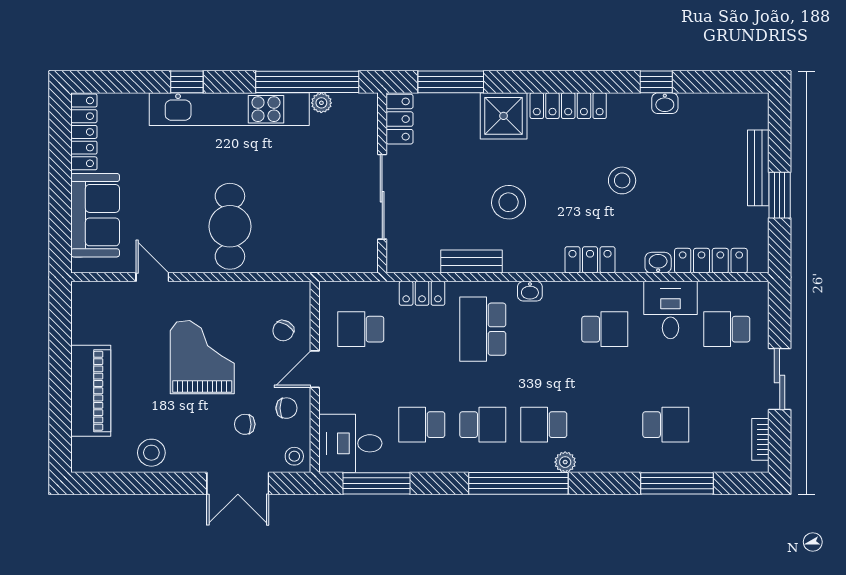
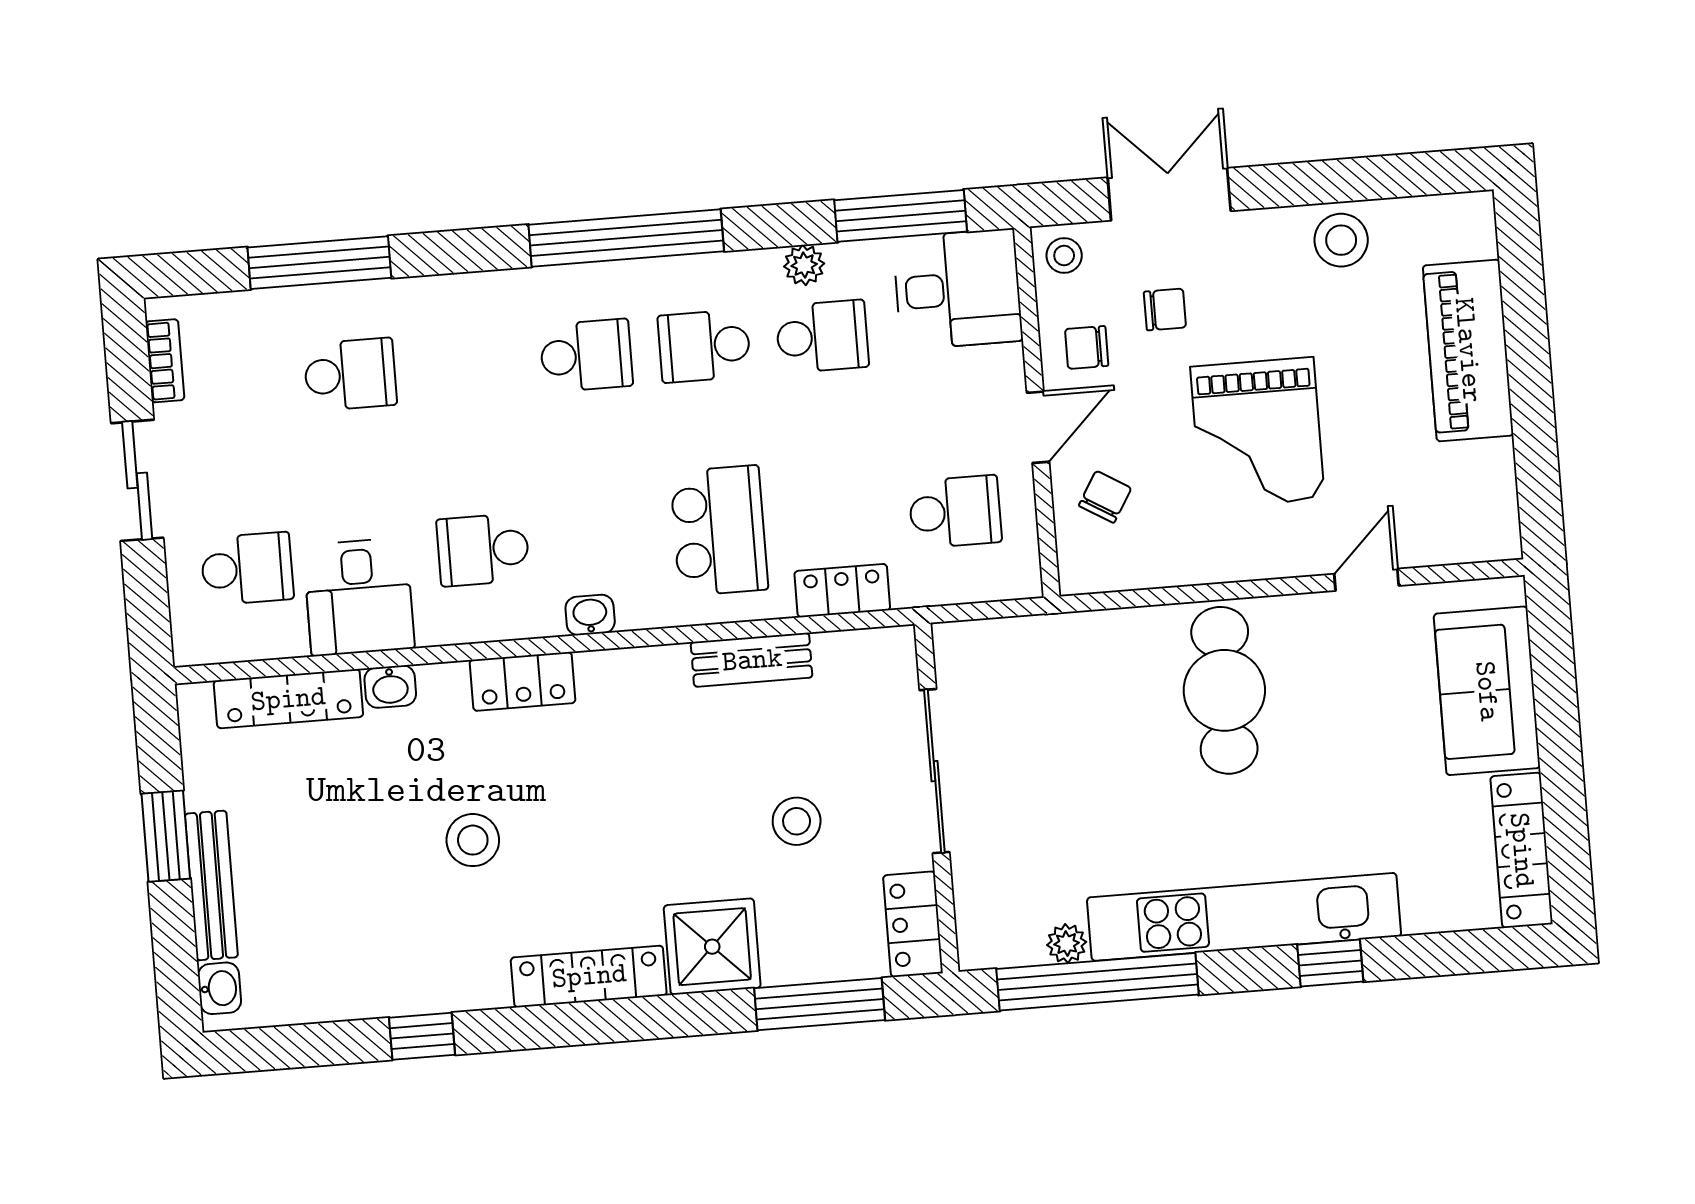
washbasin: (665, 103) -> (220, 988), moved, turned 90
stool: (509, 202) -> (797, 821), moved, width x0.73, depth x0.73
door: (152, 277) -> (1366, 580), swing flipped
washbasin: (530, 291) -> (590, 615), moved
school desk: (666, 425) -> (350, 374), turned 180
plant: (565, 462) -> (804, 265), moved

